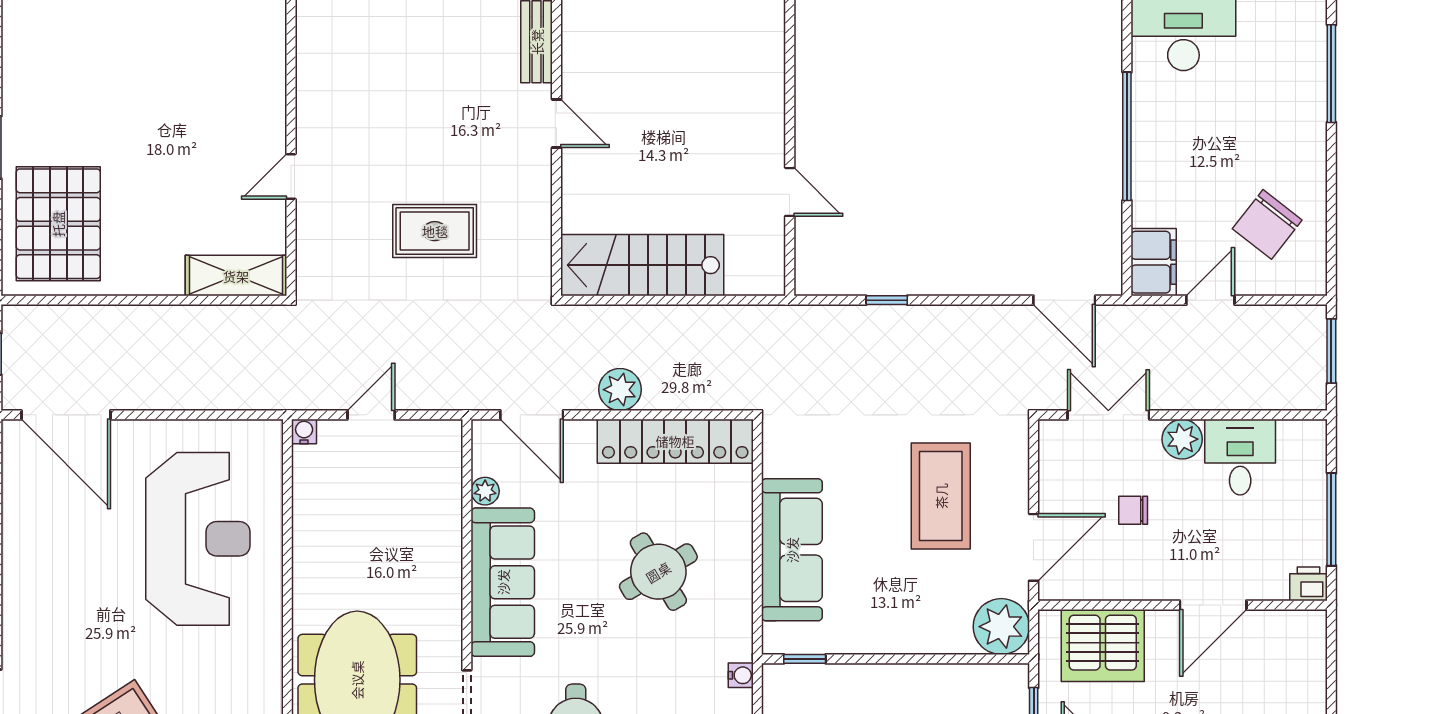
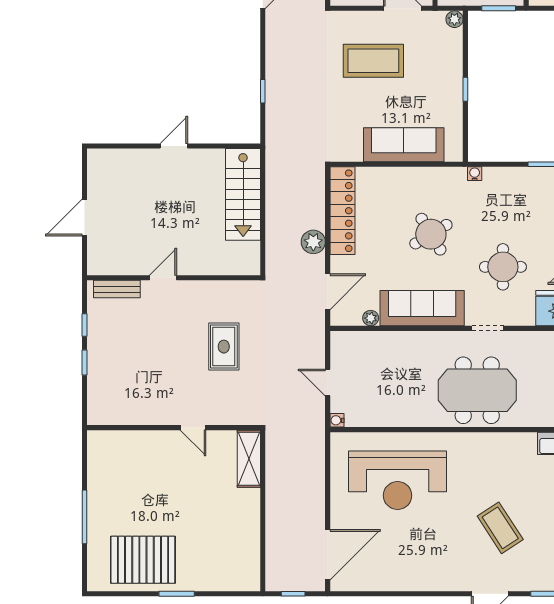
door: (790, 192) -> (174, 146), moved
pallet: (58, 224) -> (143, 560), moved
stairs: (642, 265) -> (243, 194), moved
reception desk: (198, 539) -> (398, 480), turned 180
round table: (658, 572) -> (431, 234), moved
plant: (1001, 627) -> (454, 19), width x0.53, depth x0.53
window: (805, 659) -> (465, 89), moved

